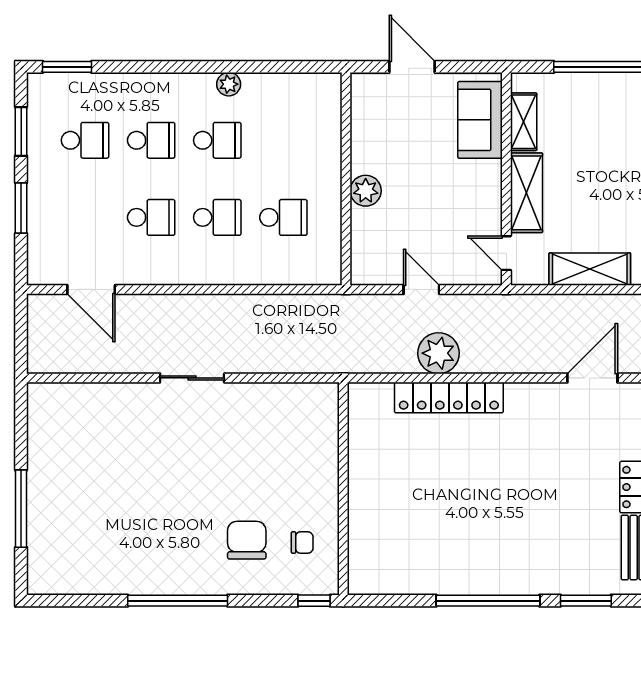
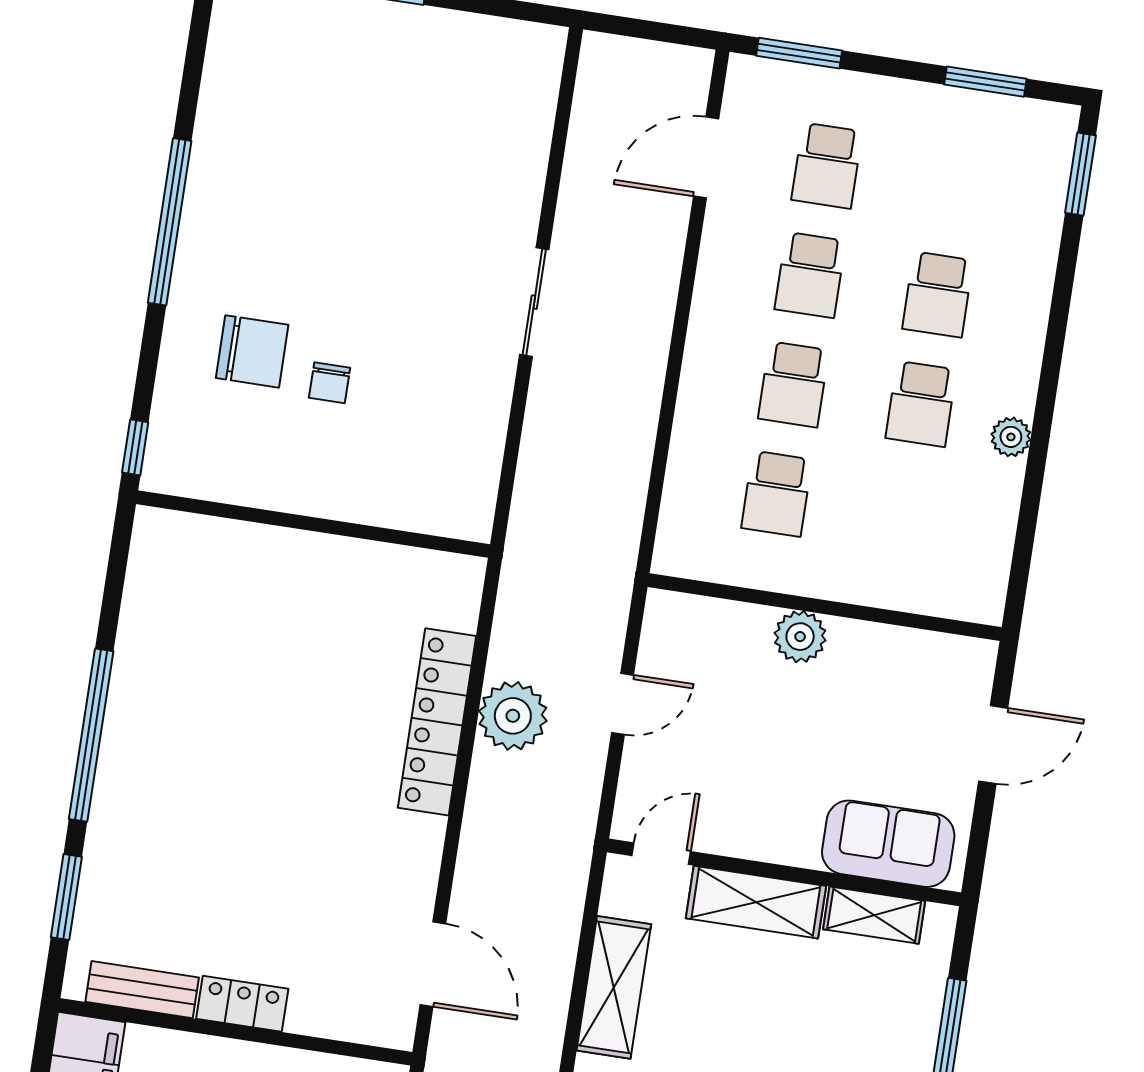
school desk: (85, 140) -> (827, 166), moved
window: (21, 208) -> (799, 53), moved
chair: (302, 542) -> (330, 383), moved

